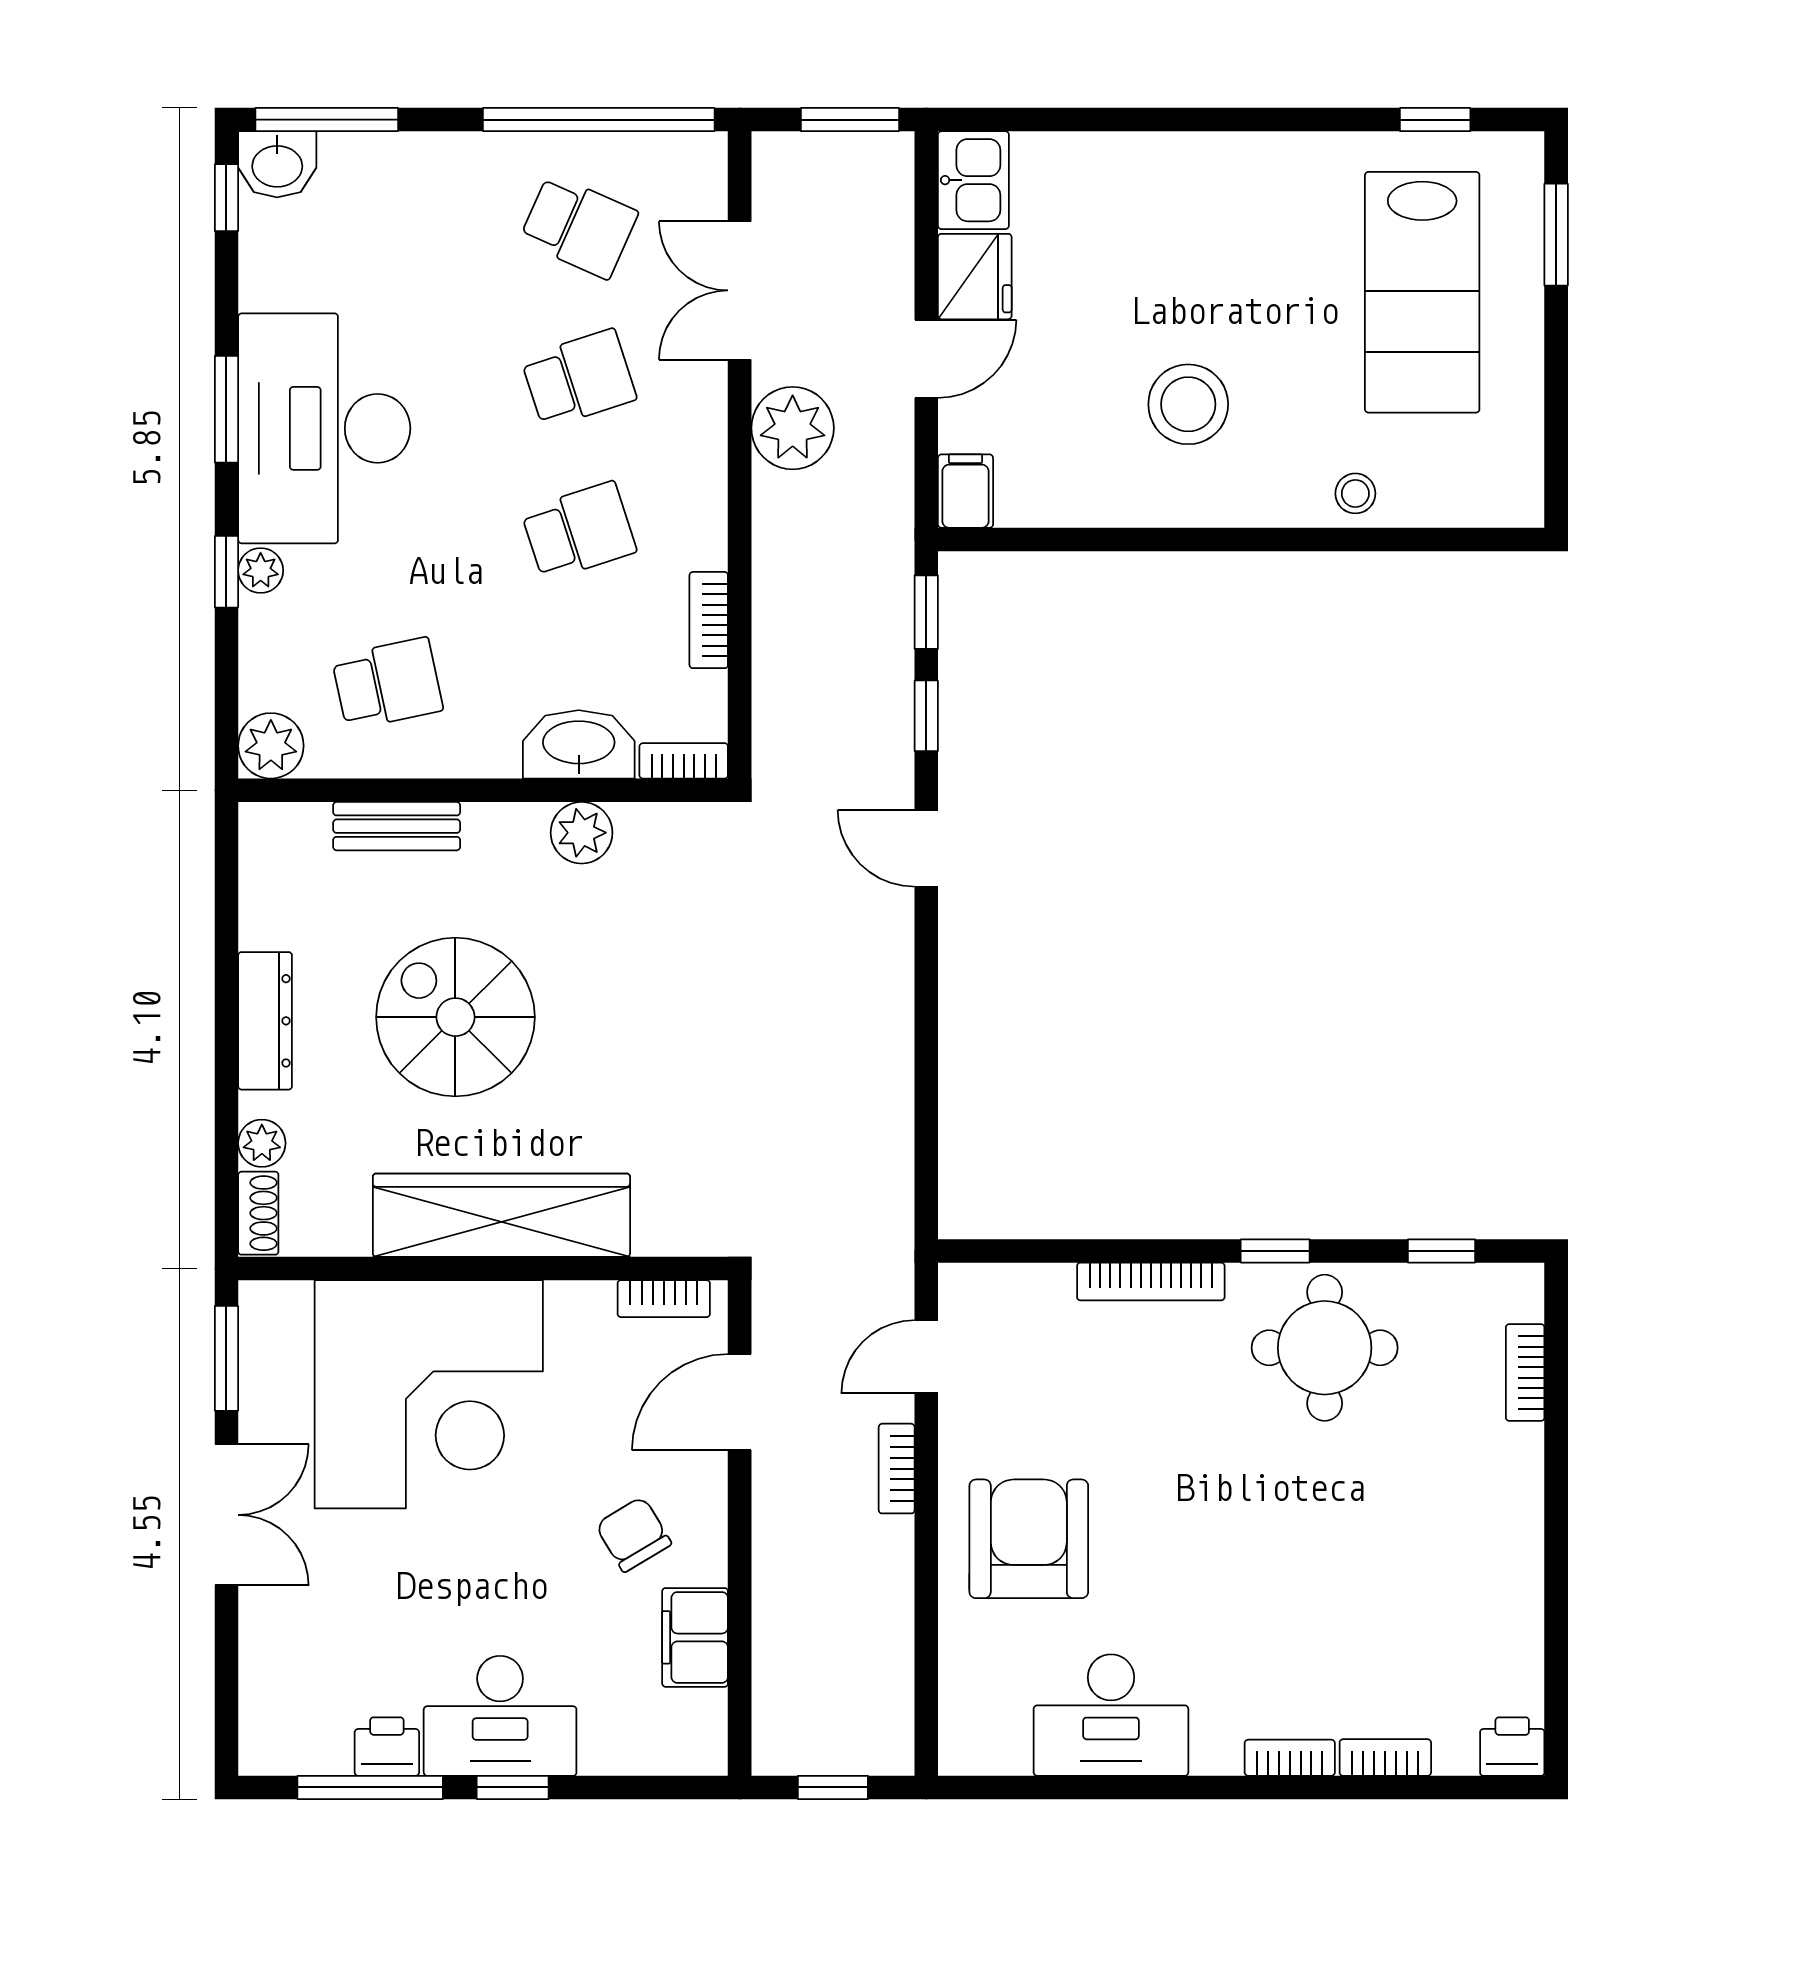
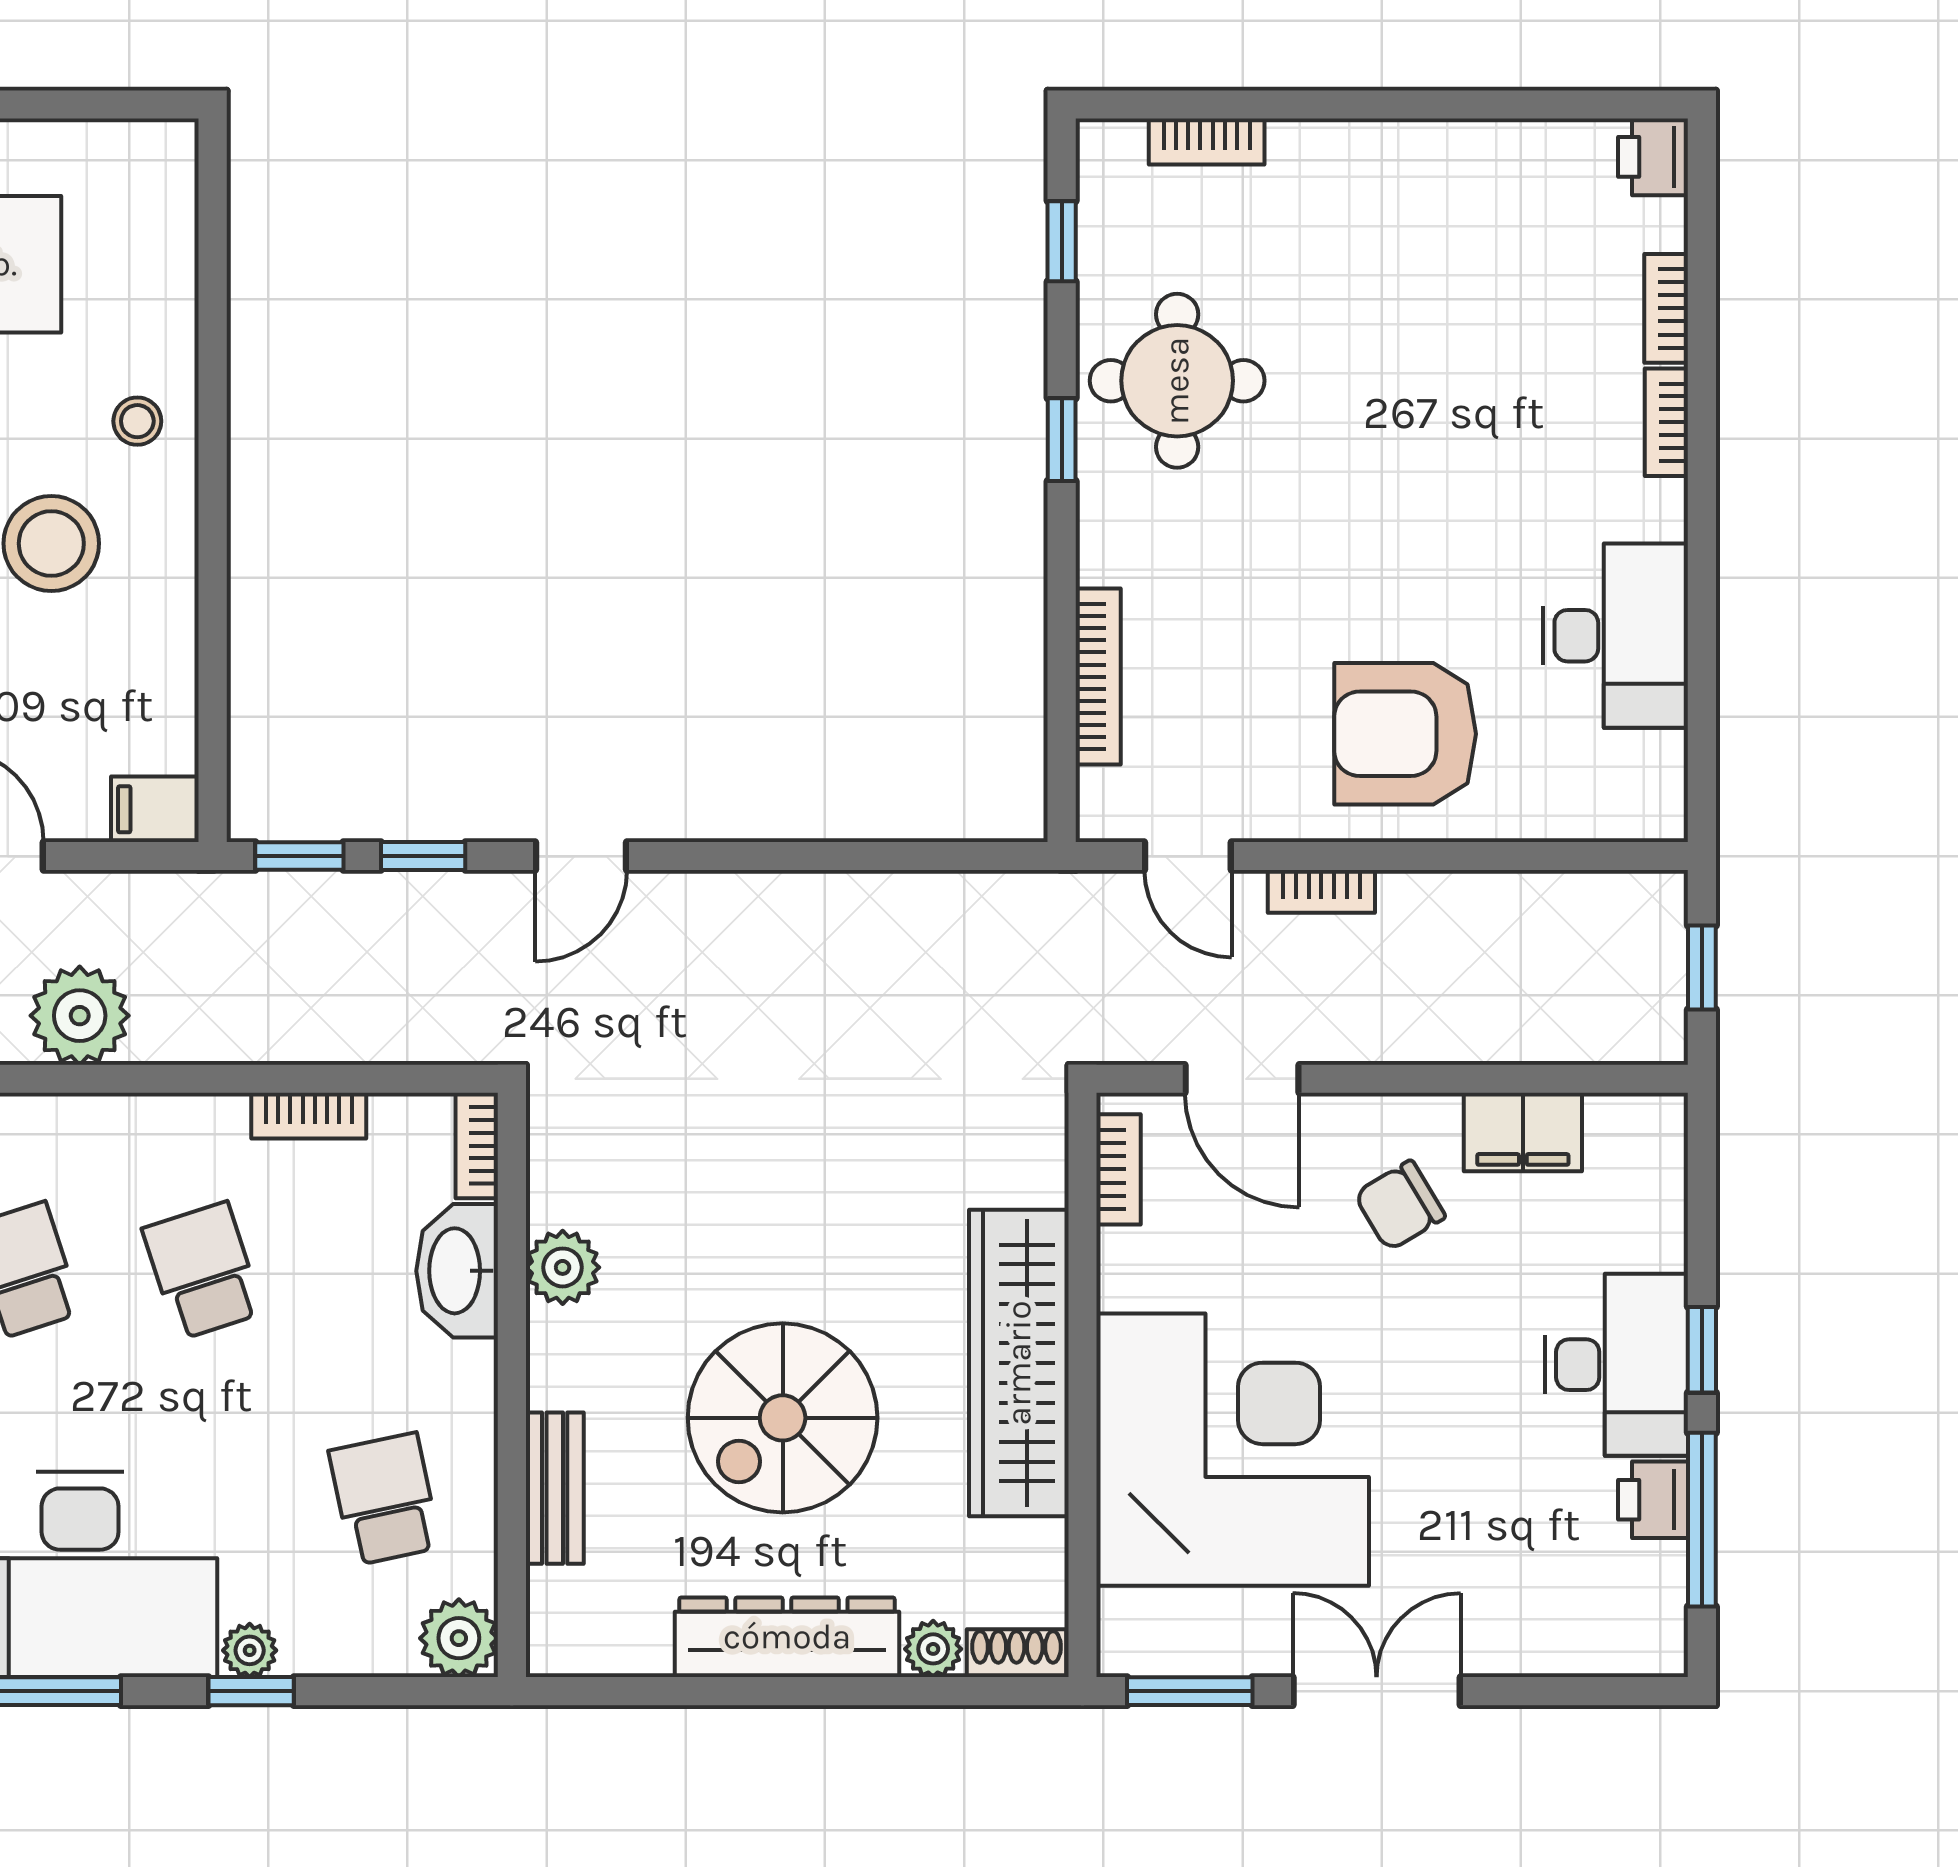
stool: (1355, 493) -> (137, 421), moved
dresser: (265, 1021) -> (787, 1637), width x1.37, depth x1.24
bookcase: (1151, 1282) -> (1098, 677), moved

